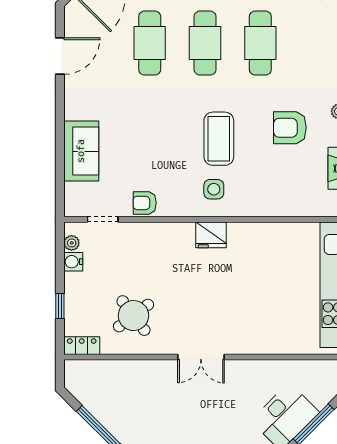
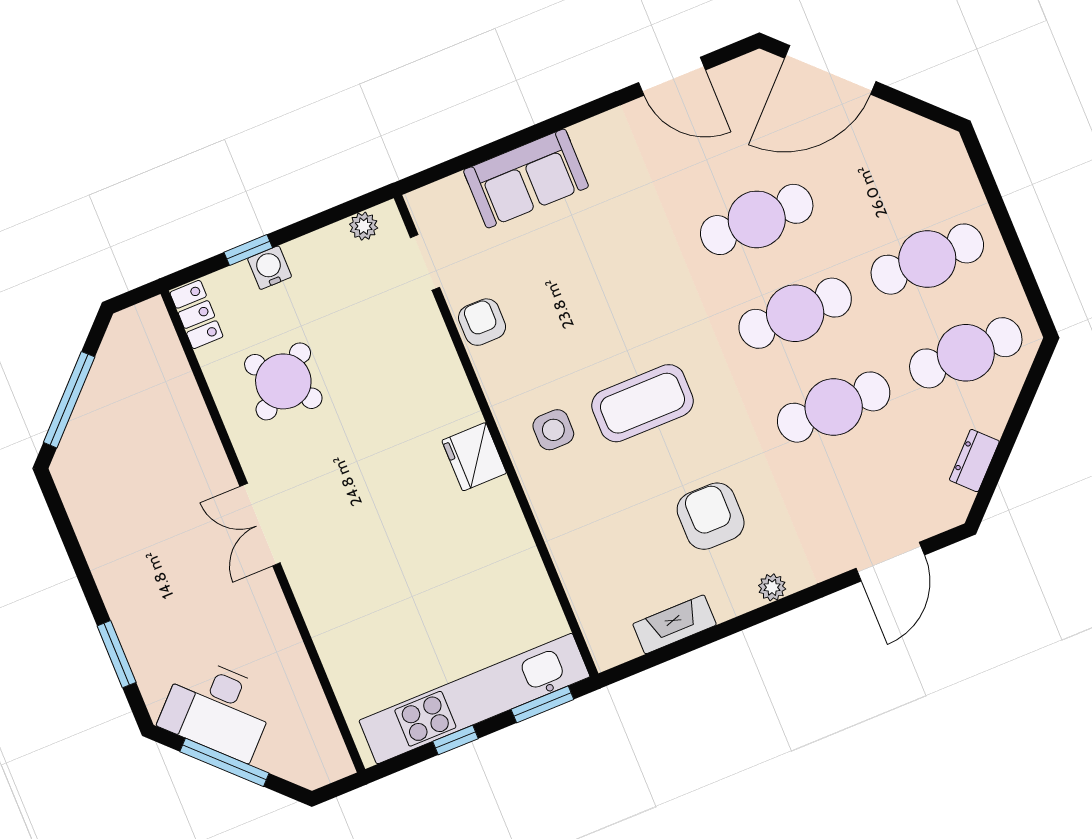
water cooler: (73, 262) -> (270, 268), moved

